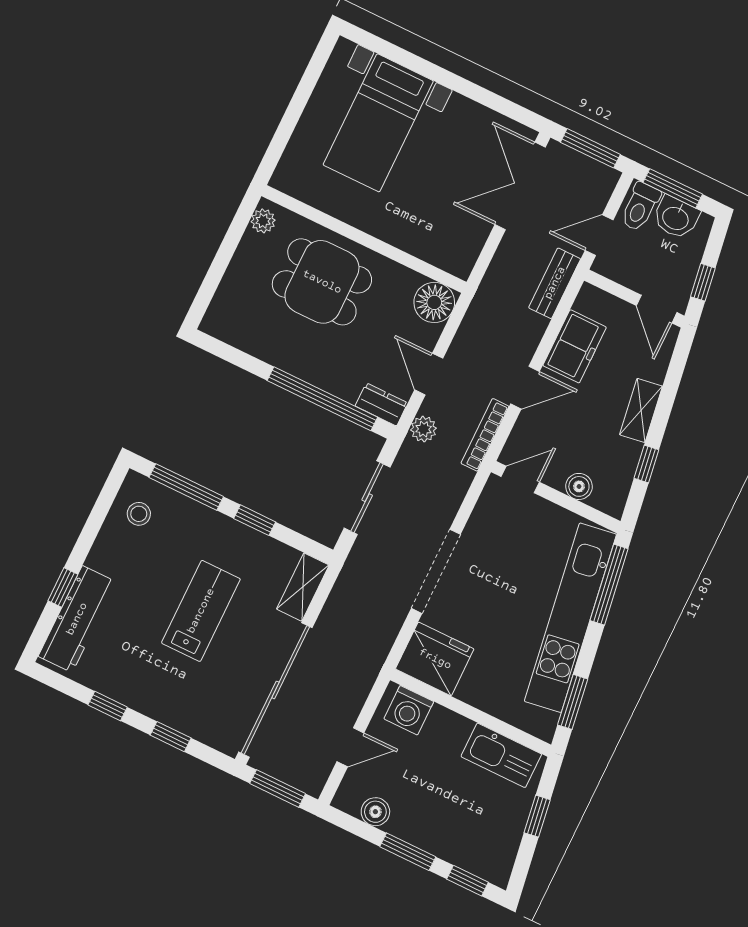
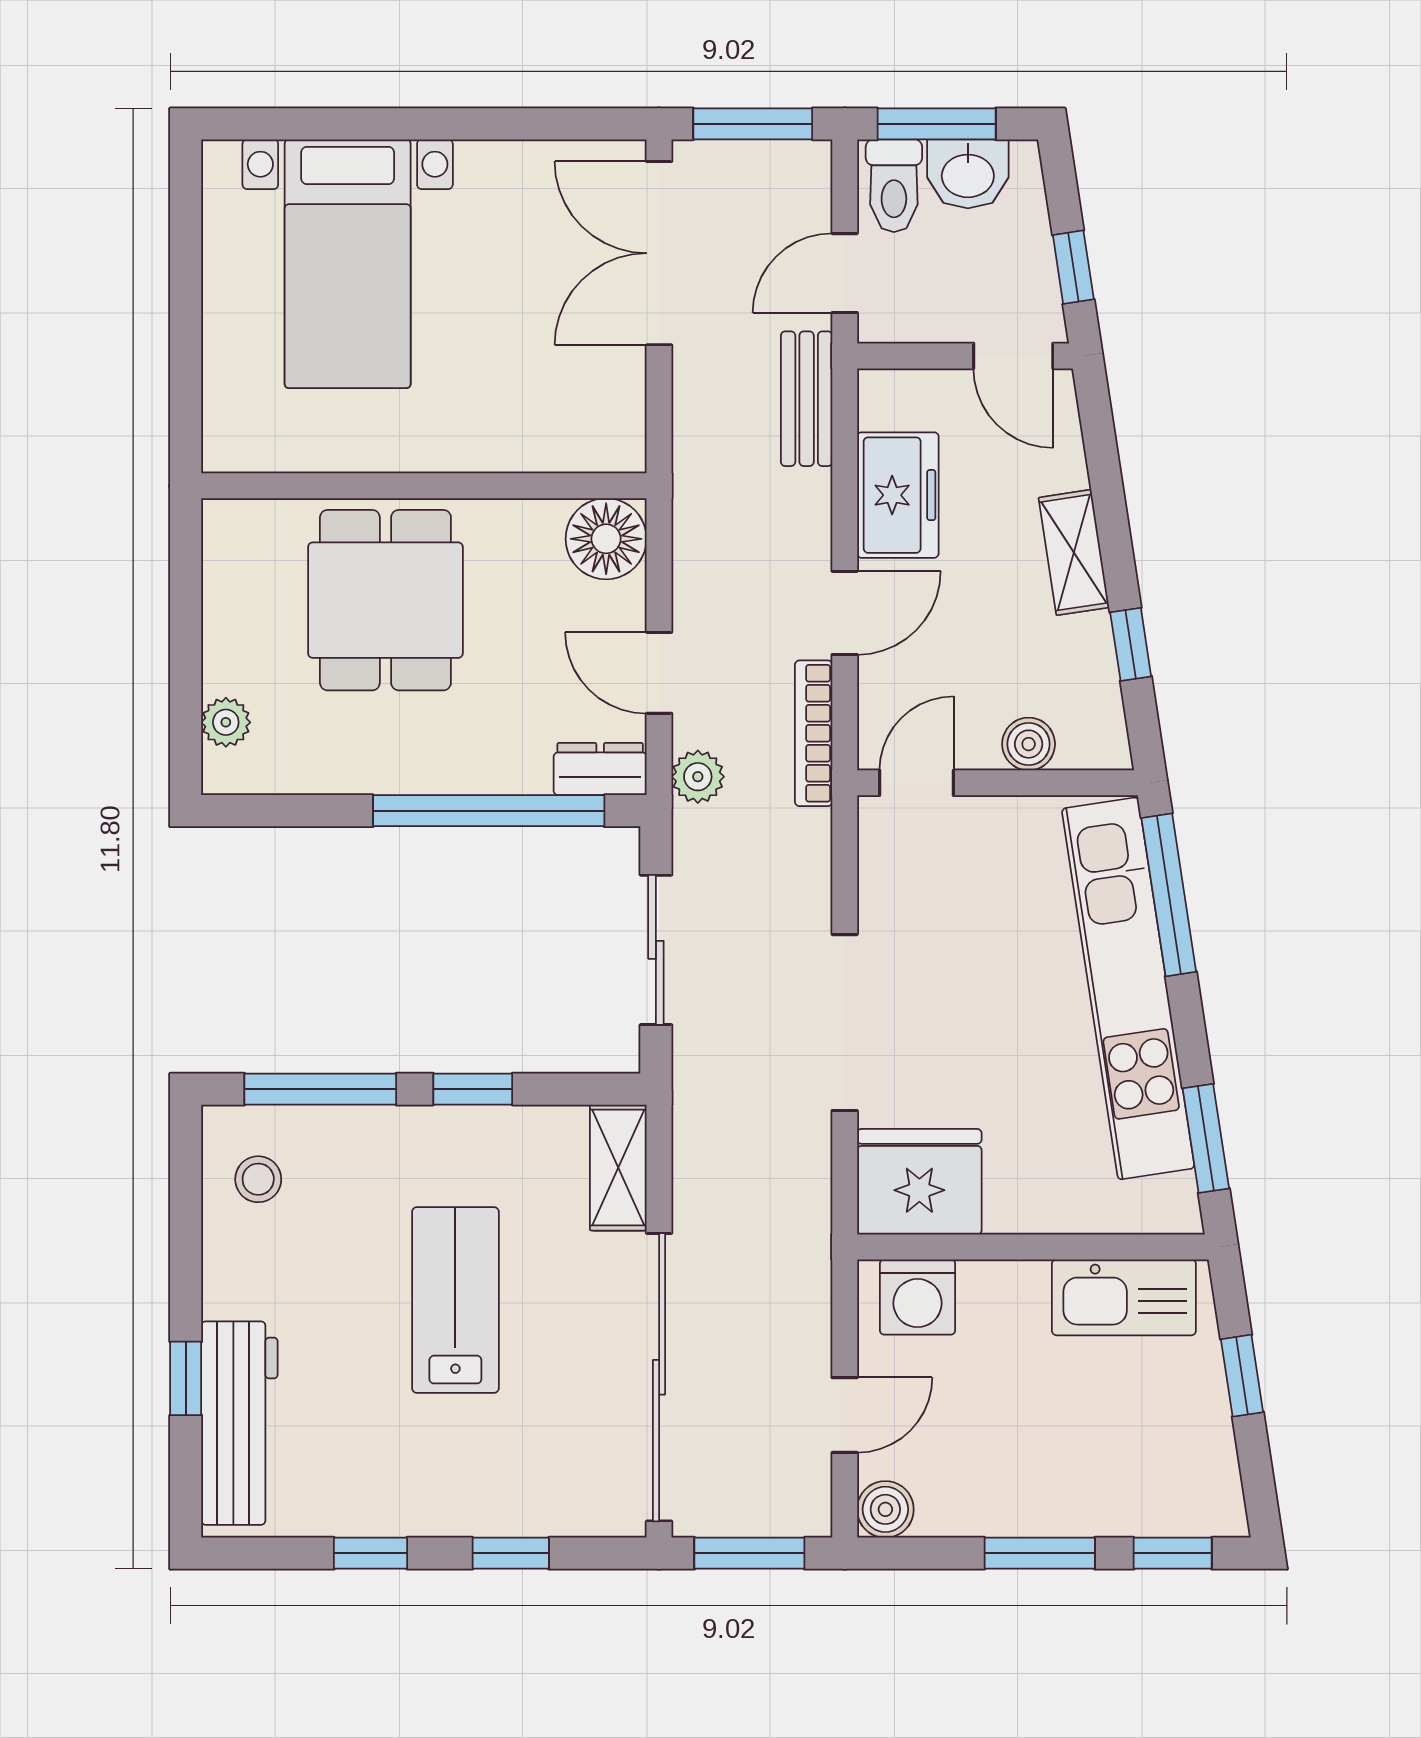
plant: (263, 221) -> (226, 722), moved
dining table: (322, 282) -> (385, 600), turned 90
boiler: (375, 812) -> (885, 1509), moved

